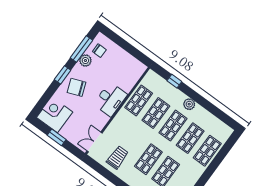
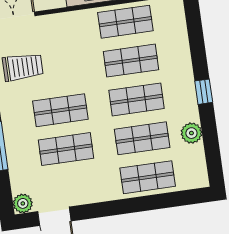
window: (174, 81) -> (204, 92), moved
plant: (189, 104) -> (191, 133), moved

